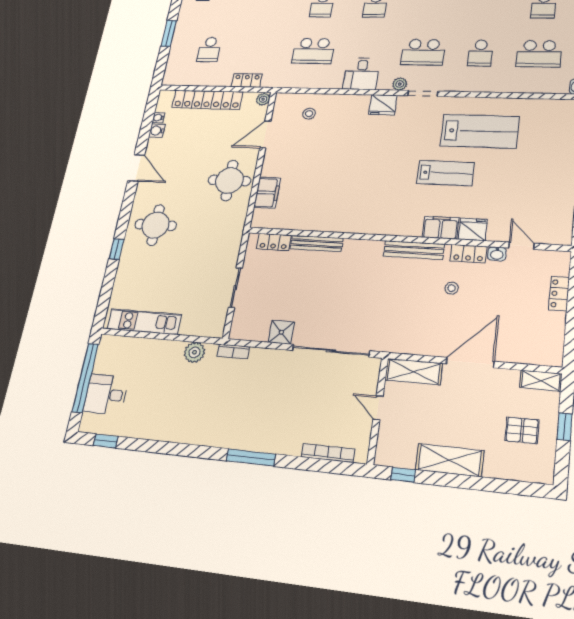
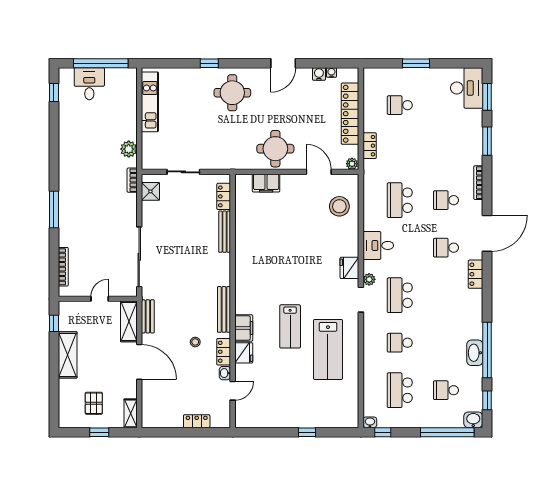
stool: (309, 114) -> (339, 206), width x1.89, depth x1.89
shower: (281, 332) -> (150, 191), moved
bench: (410, 346) -> (148, 316), added

